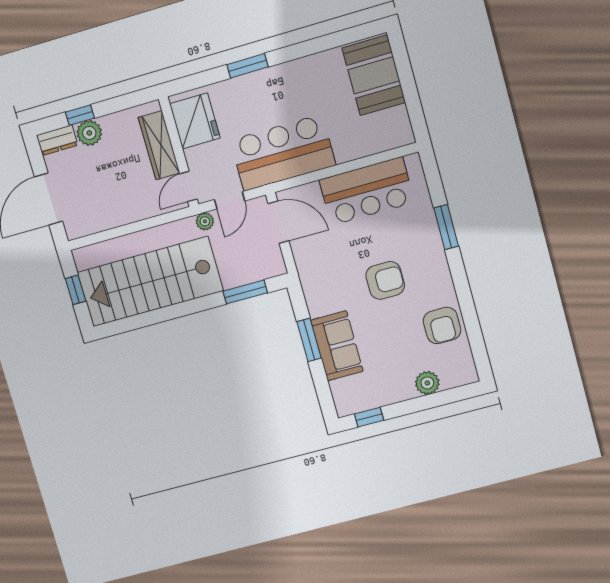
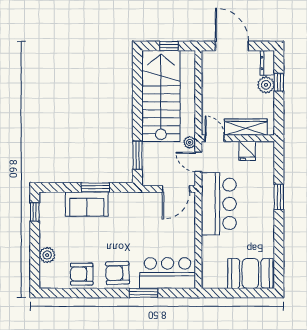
fridge: (195, 121) -> (247, 151), width x0.53, depth x0.75
bar counter: (367, 191) -> (168, 273), moved, turned 90
armchair: (385, 280) -> (118, 273), moved, turned 88

